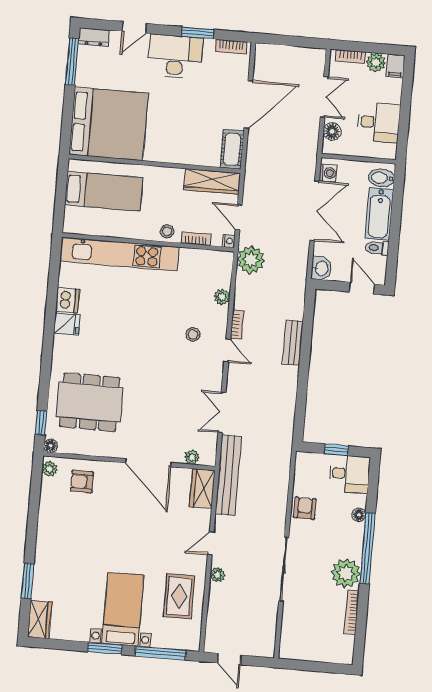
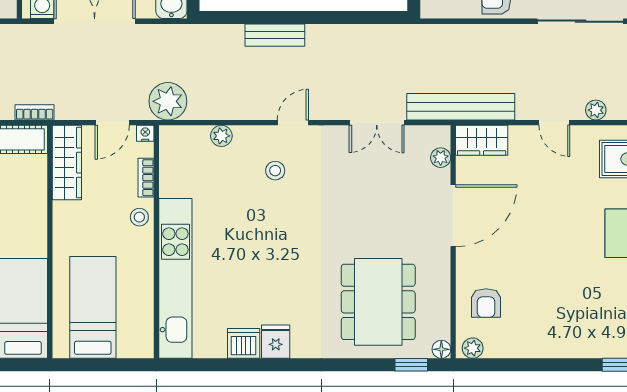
bookcase: (237, 325) -> (35, 112), moved

